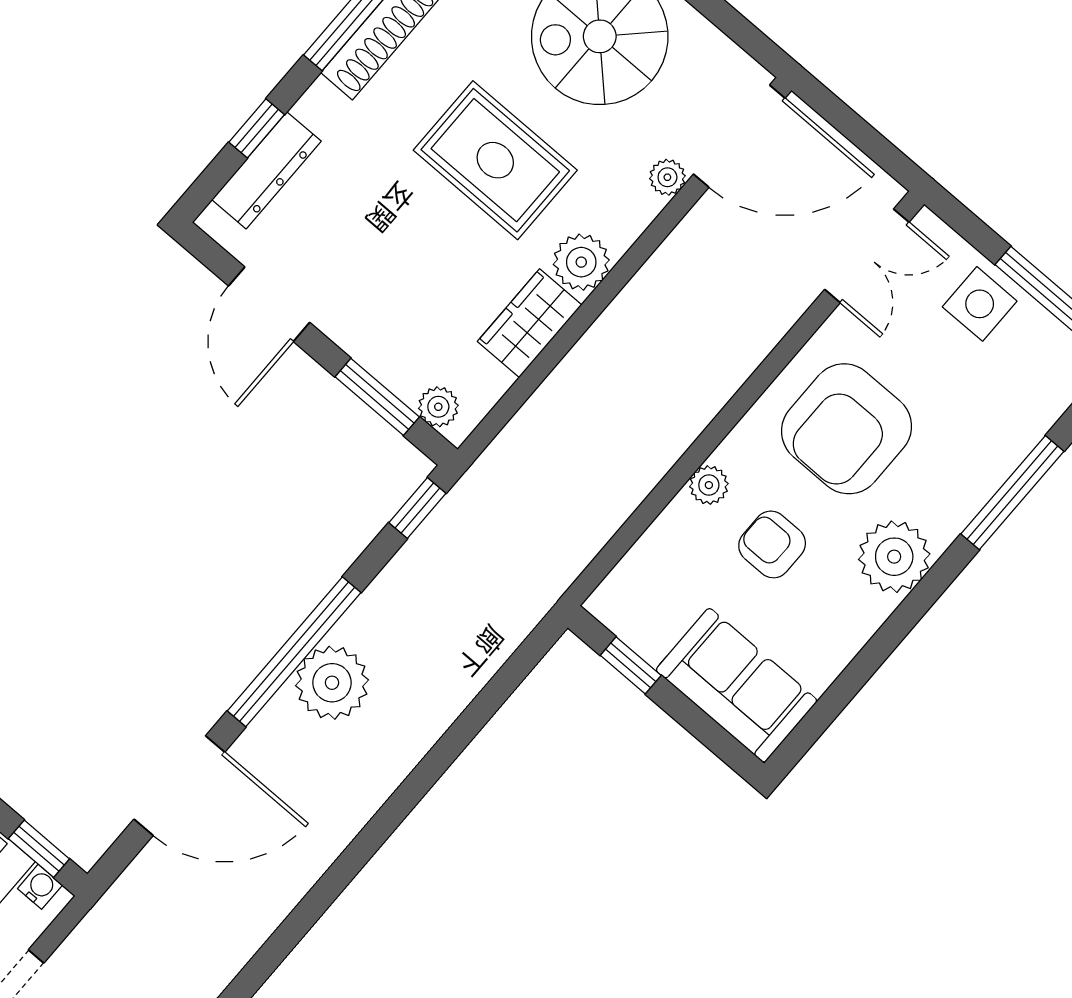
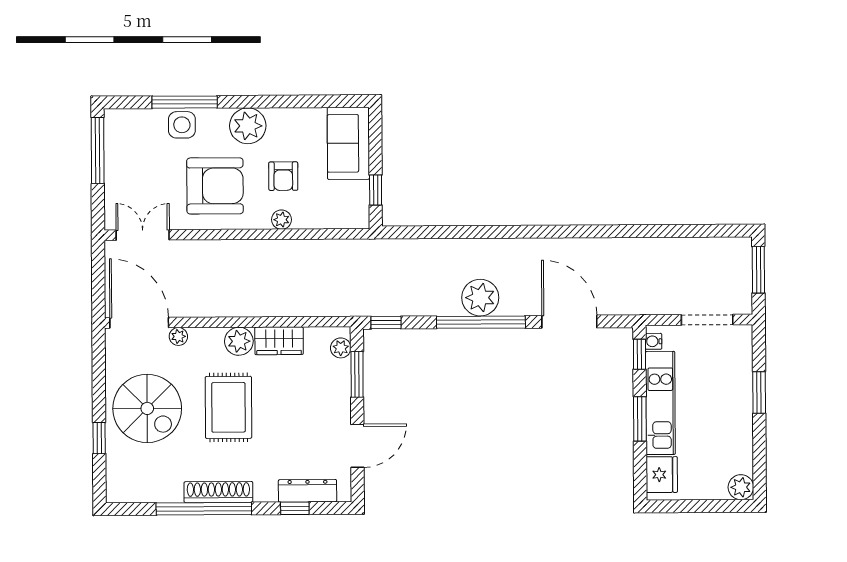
side table: (980, 304) -> (182, 125), moved

